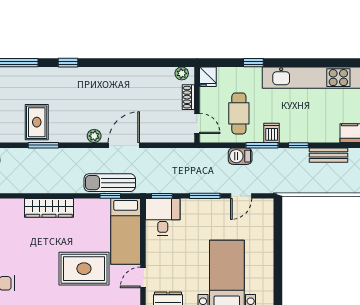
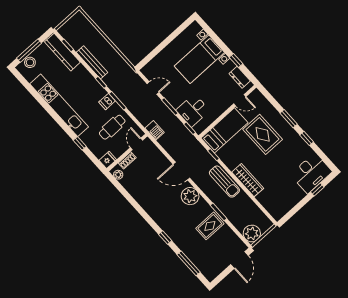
plant: (94, 136) -> (190, 196), width x1.88, depth x1.88
bench: (329, 155) -> (92, 62), width x1.36
barbecue: (240, 156) -> (155, 130), moved
sun lounger: (110, 183) -> (224, 182), moved
desk: (163, 217) -> (193, 110), moved

